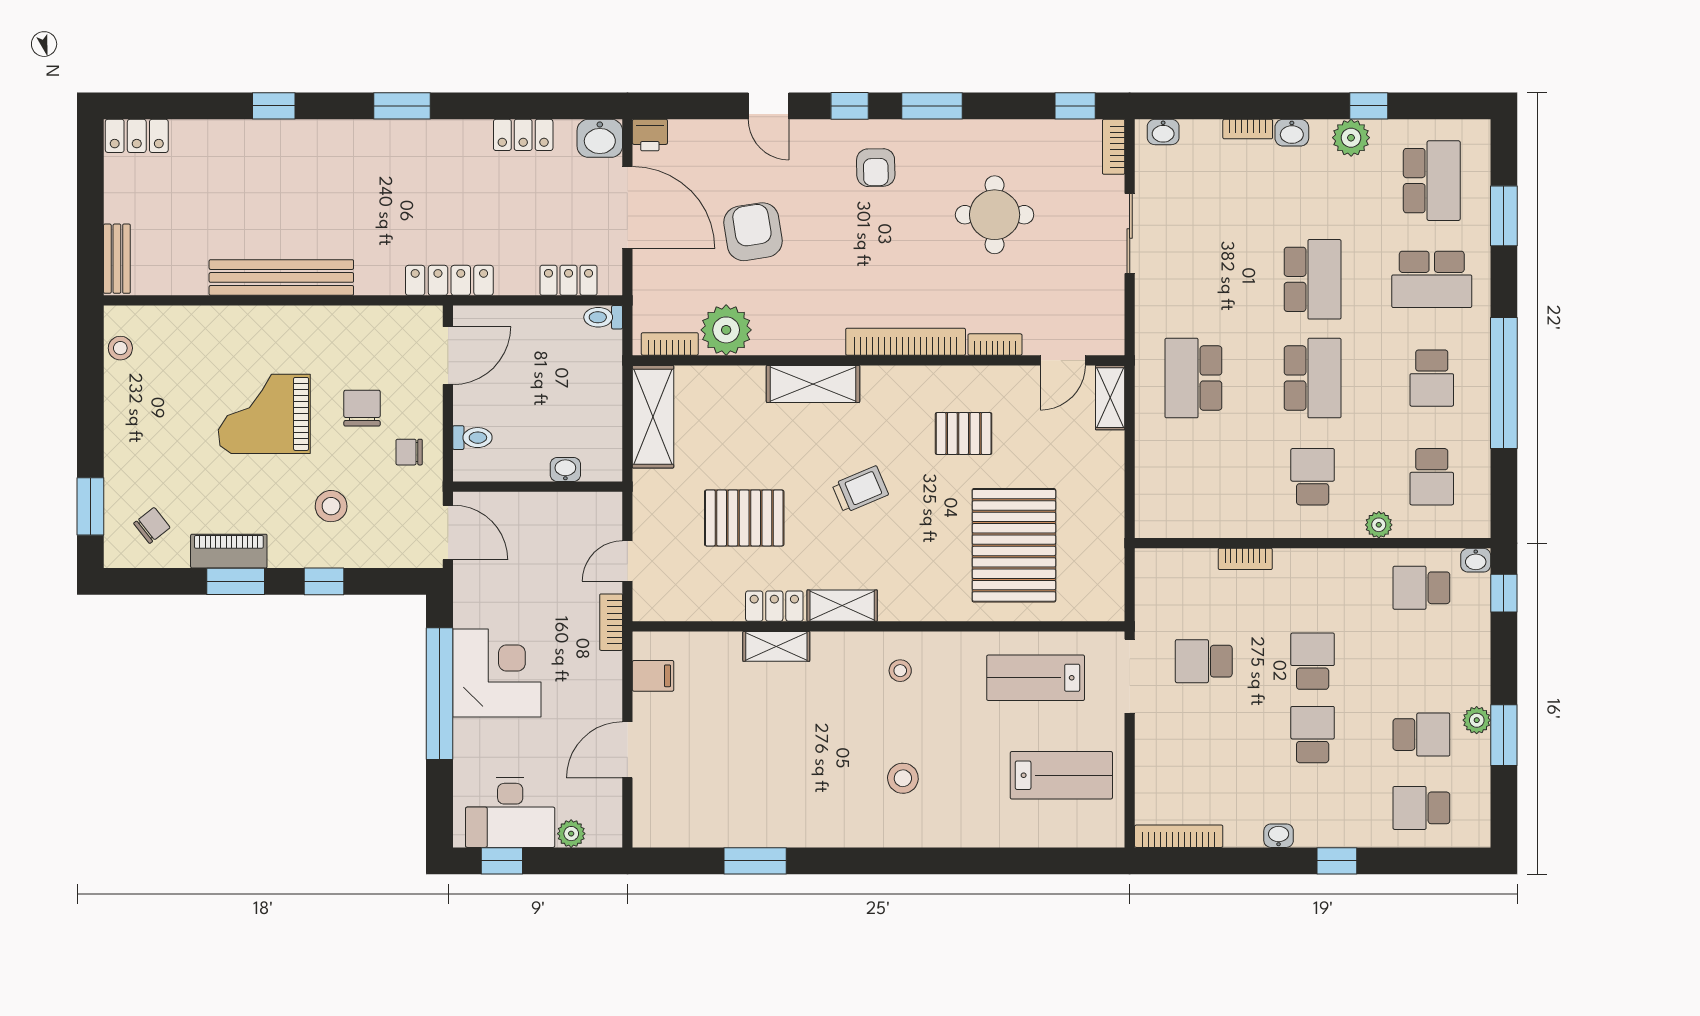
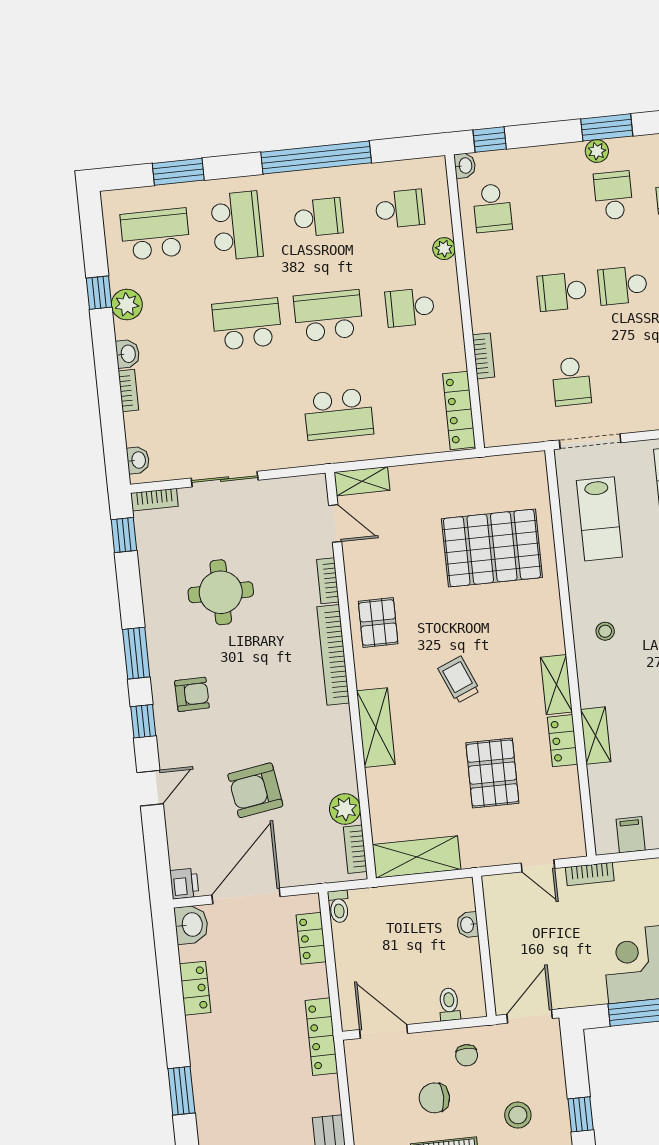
plant: (726, 330) -> (345, 809), width x0.73, depth x0.73
pallet: (964, 434) -> (378, 622), moved
locker: (1183, 523) -> (459, 410), added

